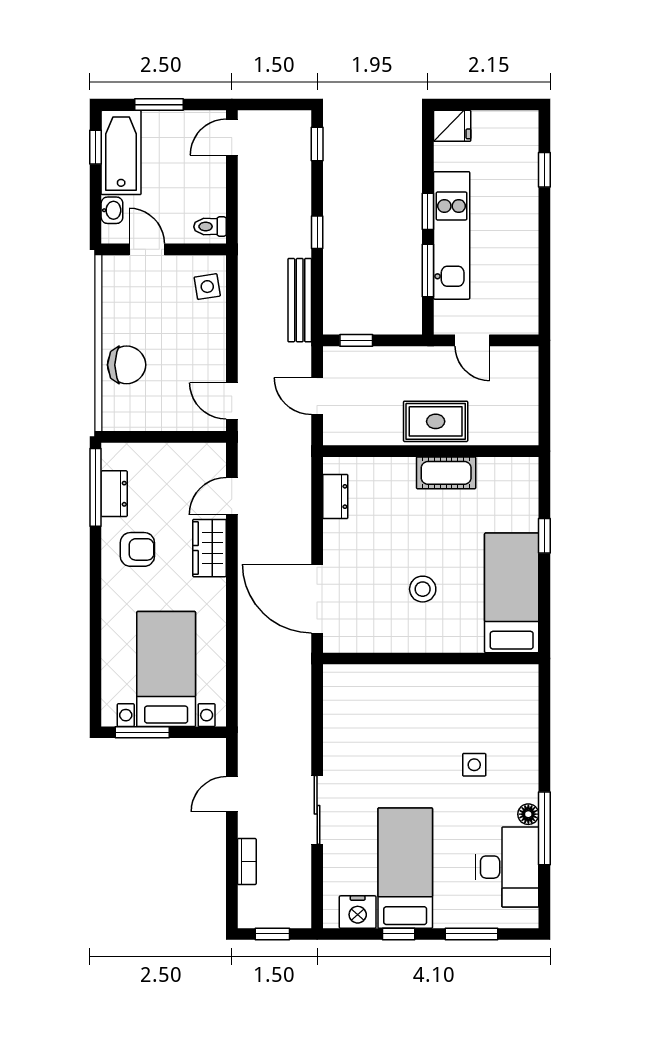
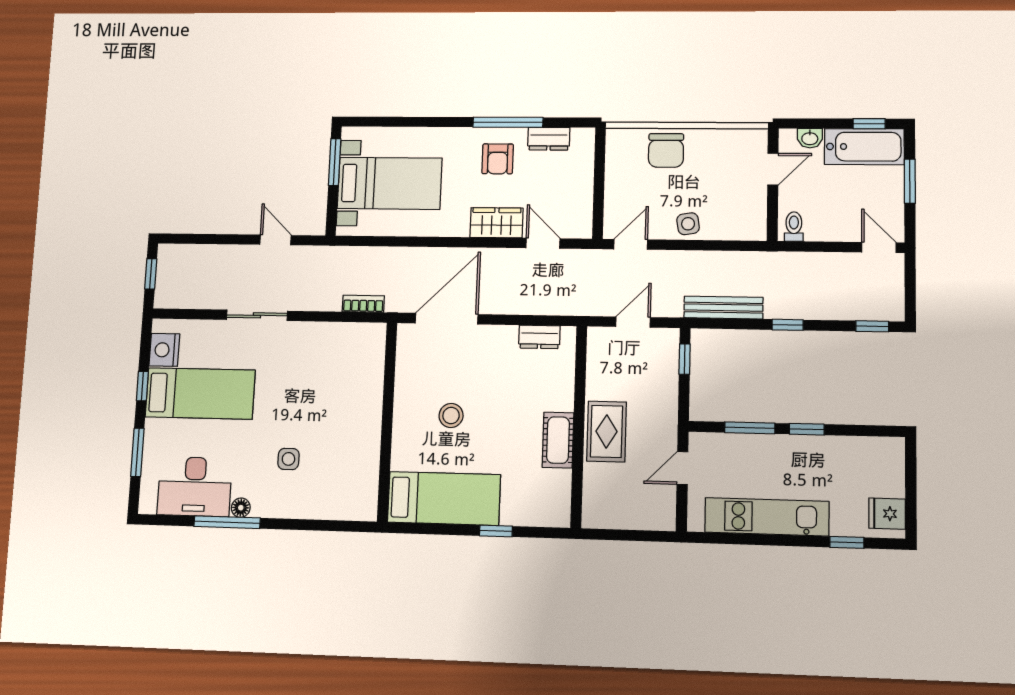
fridge: (452, 126) -> (887, 514), moved, turned 90
kitchen unit: (452, 235) -> (767, 517), moved, turned 180
side table: (207, 287) -> (688, 224), moved
window: (96, 487) -> (508, 122), moved
bookcase: (247, 862) -> (363, 304), moved, turned 180

